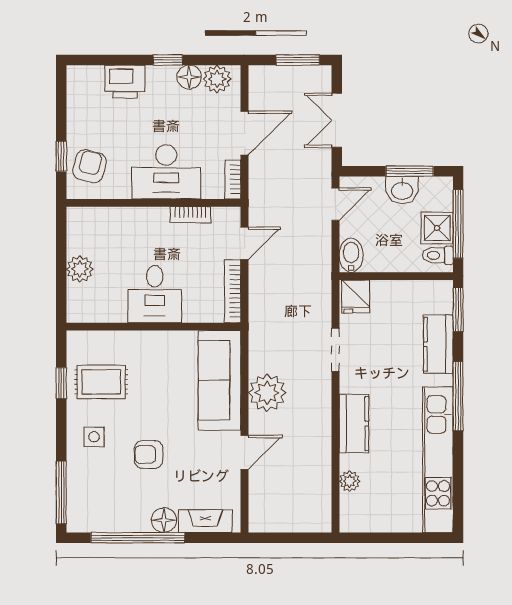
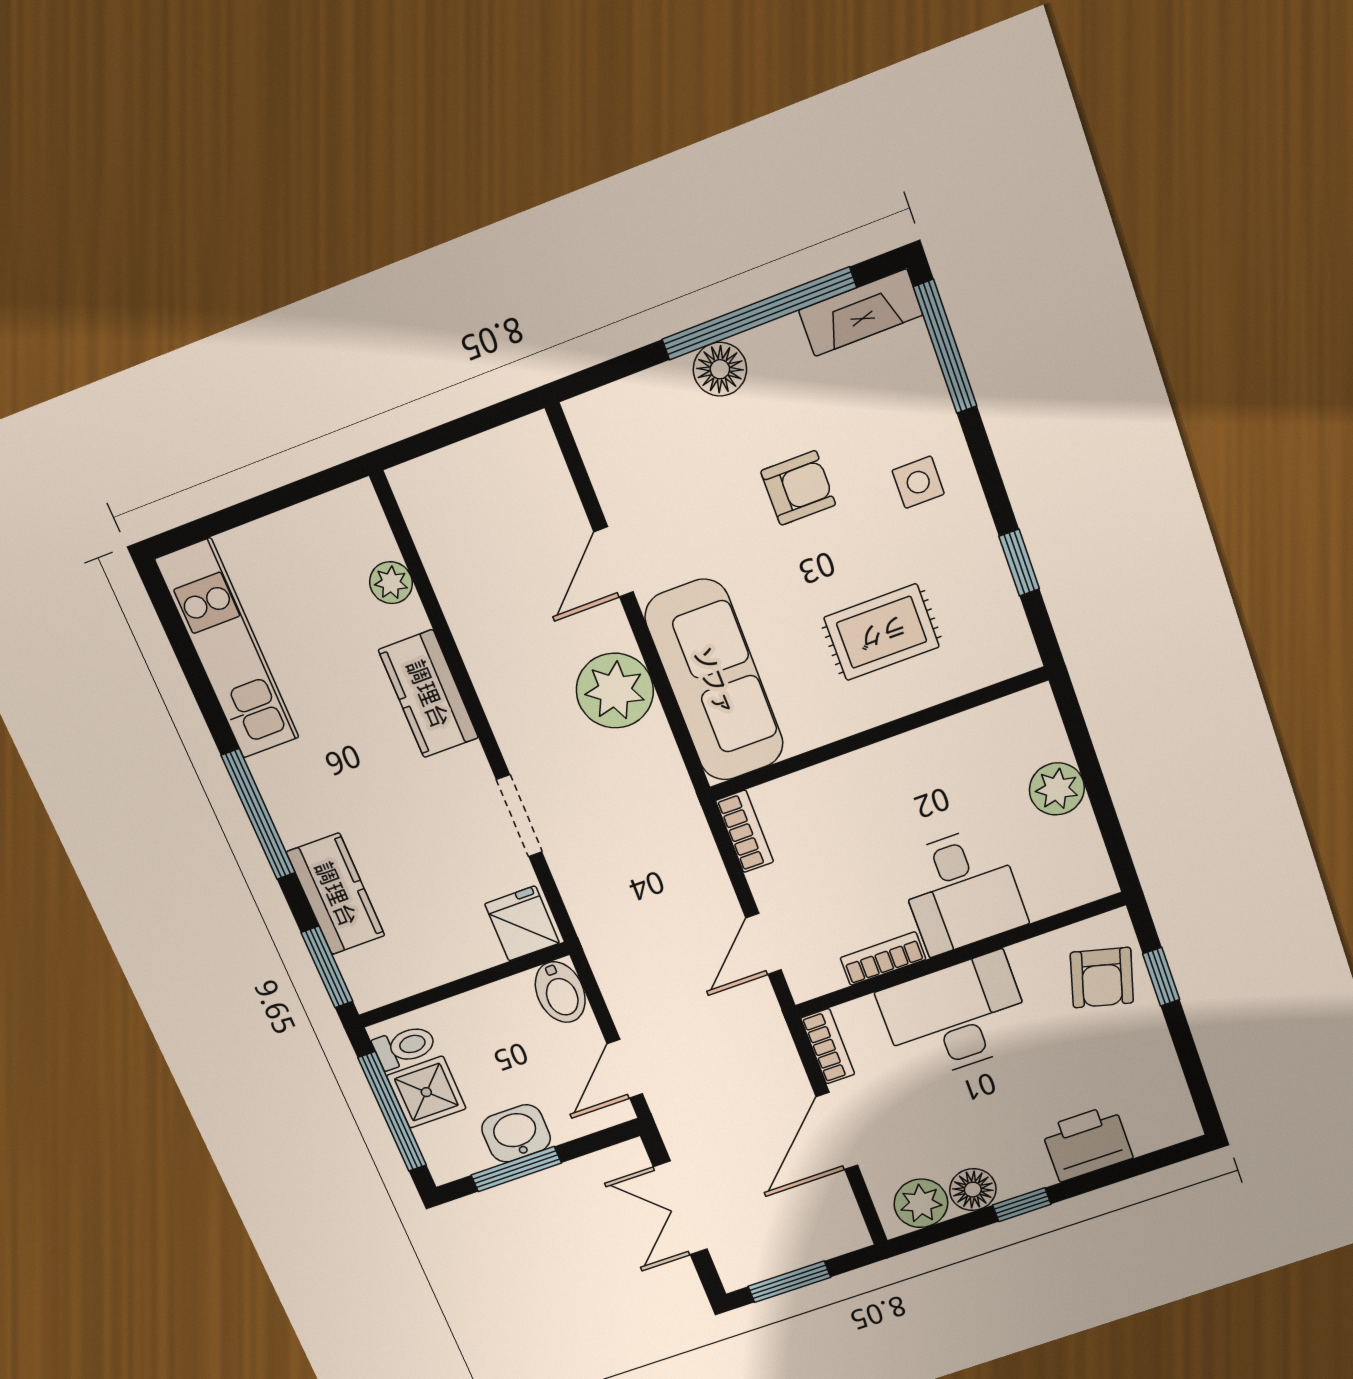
double door: (337, 120) -> (680, 1208), swing flipped
bookcase: (233, 291) -> (745, 831), width x0.64
desk: (155, 294) -> (961, 890), moved, turned 180
rug: (101, 382) -> (882, 632), moved
kitchen unit: (438, 460) -> (227, 649), width x0.73
fireplace: (205, 521) -> (861, 313), moved

